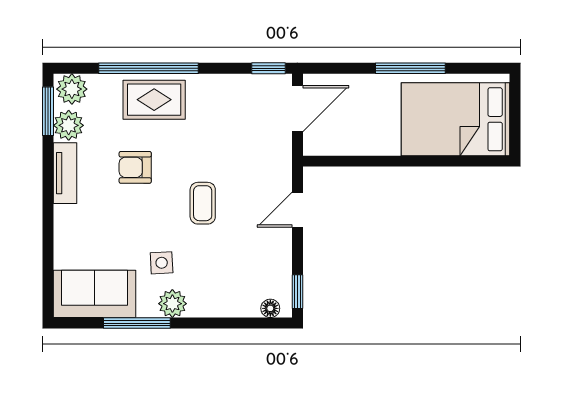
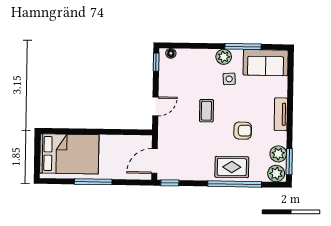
tv unit: (65, 173) -> (281, 114), moved

